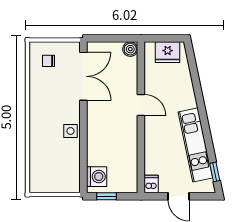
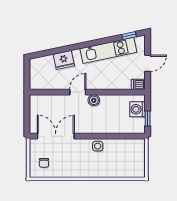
boiler: (130, 49) -> (94, 100), moved
fridge: (168, 52) -> (64, 60), moved, turned 78
washing machine: (97, 177) -> (137, 109), moved, turned -90

